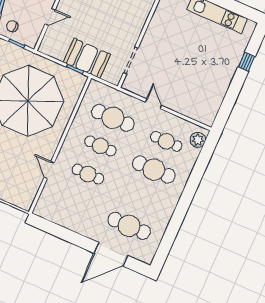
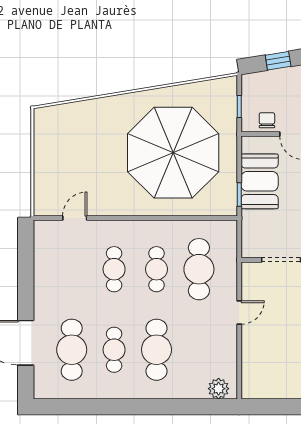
chair: (12, 26) -> (267, 120), moved
booth: (87, 58) -> (260, 181), moved
cafe table: (166, 141) -> (114, 350), moved
door: (49, 170) -> (75, 218), moved

